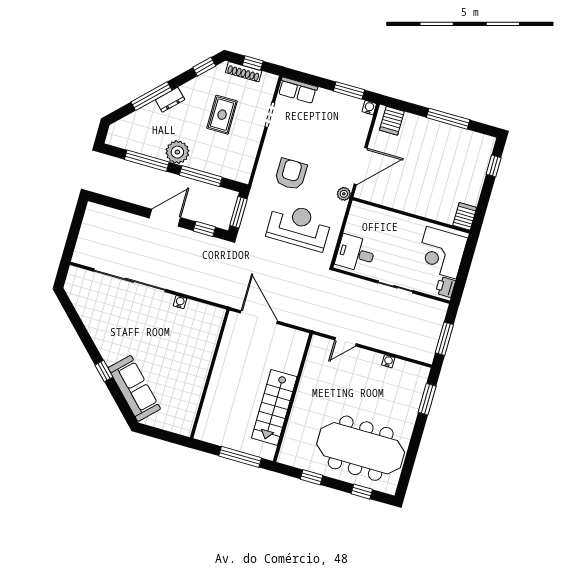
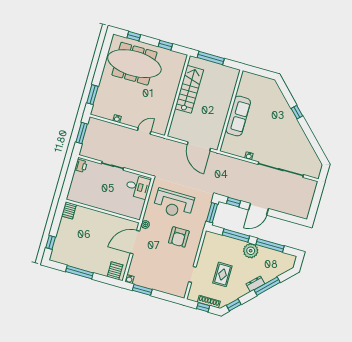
row of seats: (298, 90) -> (175, 290), removed
corner desk: (441, 253) -> (84, 187), removed
sofa: (134, 388) -> (238, 116), moved, turned -135

